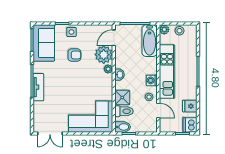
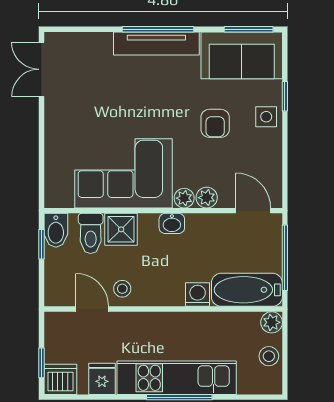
plant: (104, 55) -> (207, 198), width x0.53, depth x0.53
kitchen unit: (167, 72) -> (177, 378), moved, turned 180
washing machine: (152, 80) -> (198, 295), moved
tv unit: (38, 87) -> (156, 43), width x1.41
door: (158, 111) -> (92, 309), swing flipped
corner sofa: (91, 117) -> (124, 173), moved, turned -90

